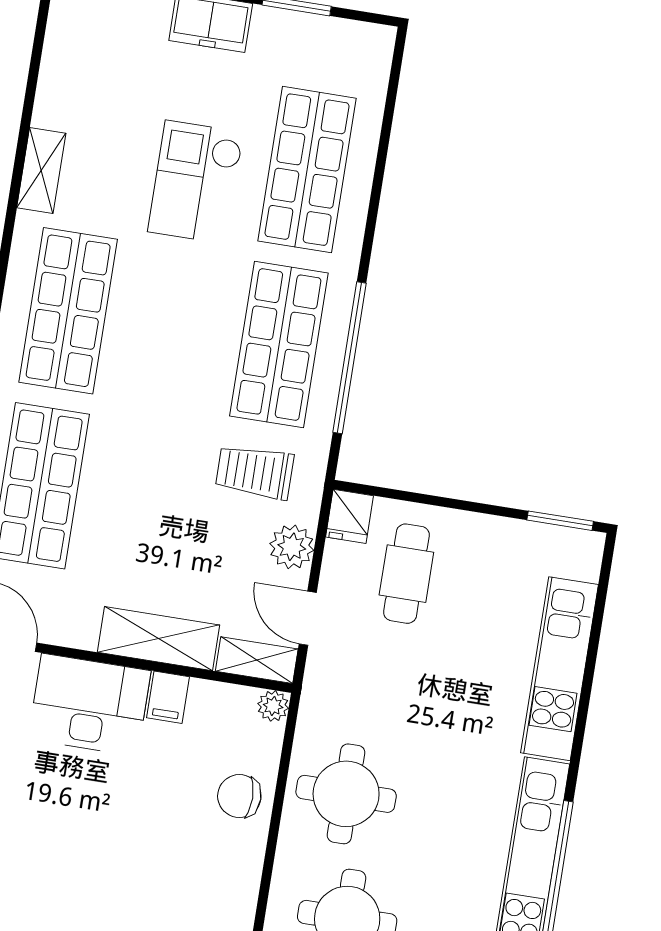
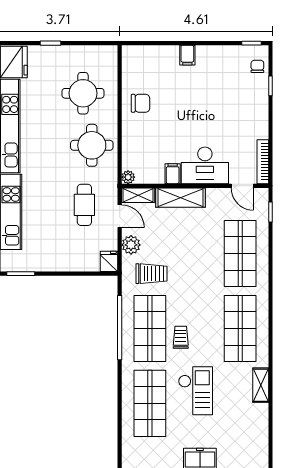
trolley: (210, 312) -> (181, 337), added
cafe table: (406, 574) -> (84, 205), moved
chair: (239, 796) -> (141, 103), moved

